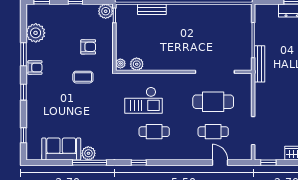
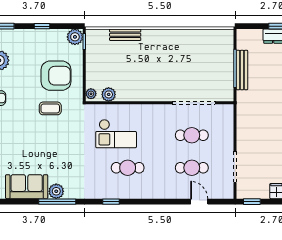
armchair: (88, 47) -> (56, 76), width x1.88, depth x1.88
bench: (259, 64) -> (242, 70), moved
cafe table: (213, 102) -> (192, 135), width x0.73, depth x0.74

